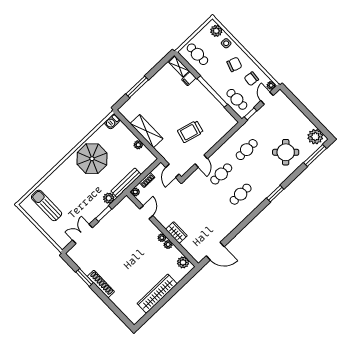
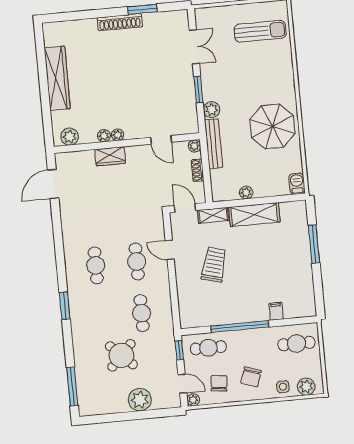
shelving: (179, 67) -> (213, 215), moved
plant: (315, 137) -> (140, 400), moved
round table: (286, 152) -> (121, 355), moved

